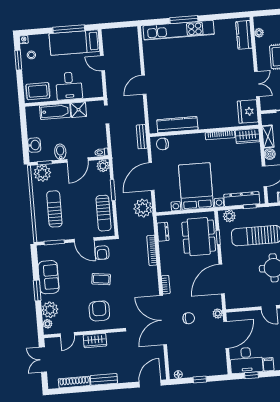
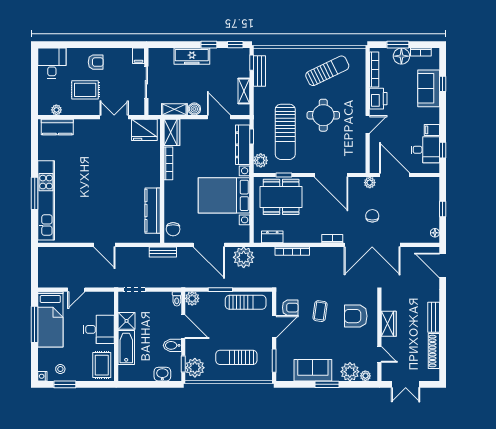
desk: (246, 360) -> (425, 150), width x0.73

